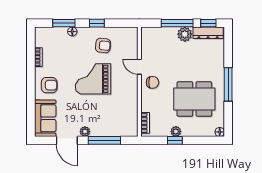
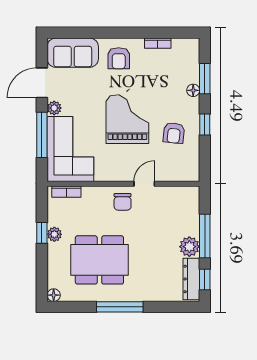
dining table: (194, 99) -> (99, 260), turned 90
corner sofa: (115, 120) -> (70, 149), added

